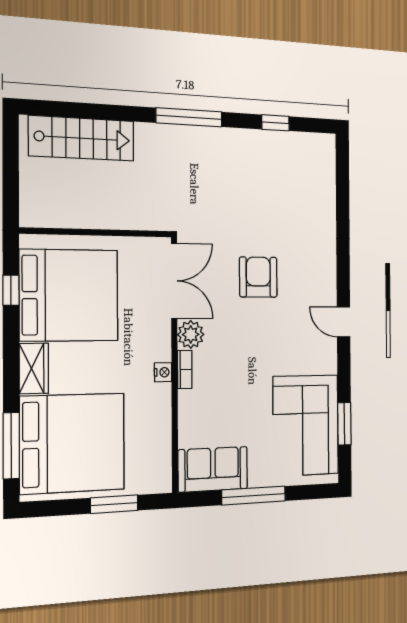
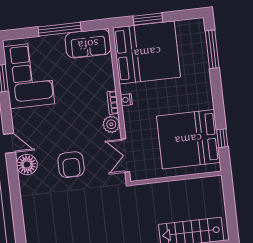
double door: (174, 281) -> (125, 156), width x0.73
floor lamp: (322, 286) -> (27, 165), added
wardrobe: (34, 368) -> (204, 95), removed
bed: (72, 443) -> (147, 52), moved, turned 180

